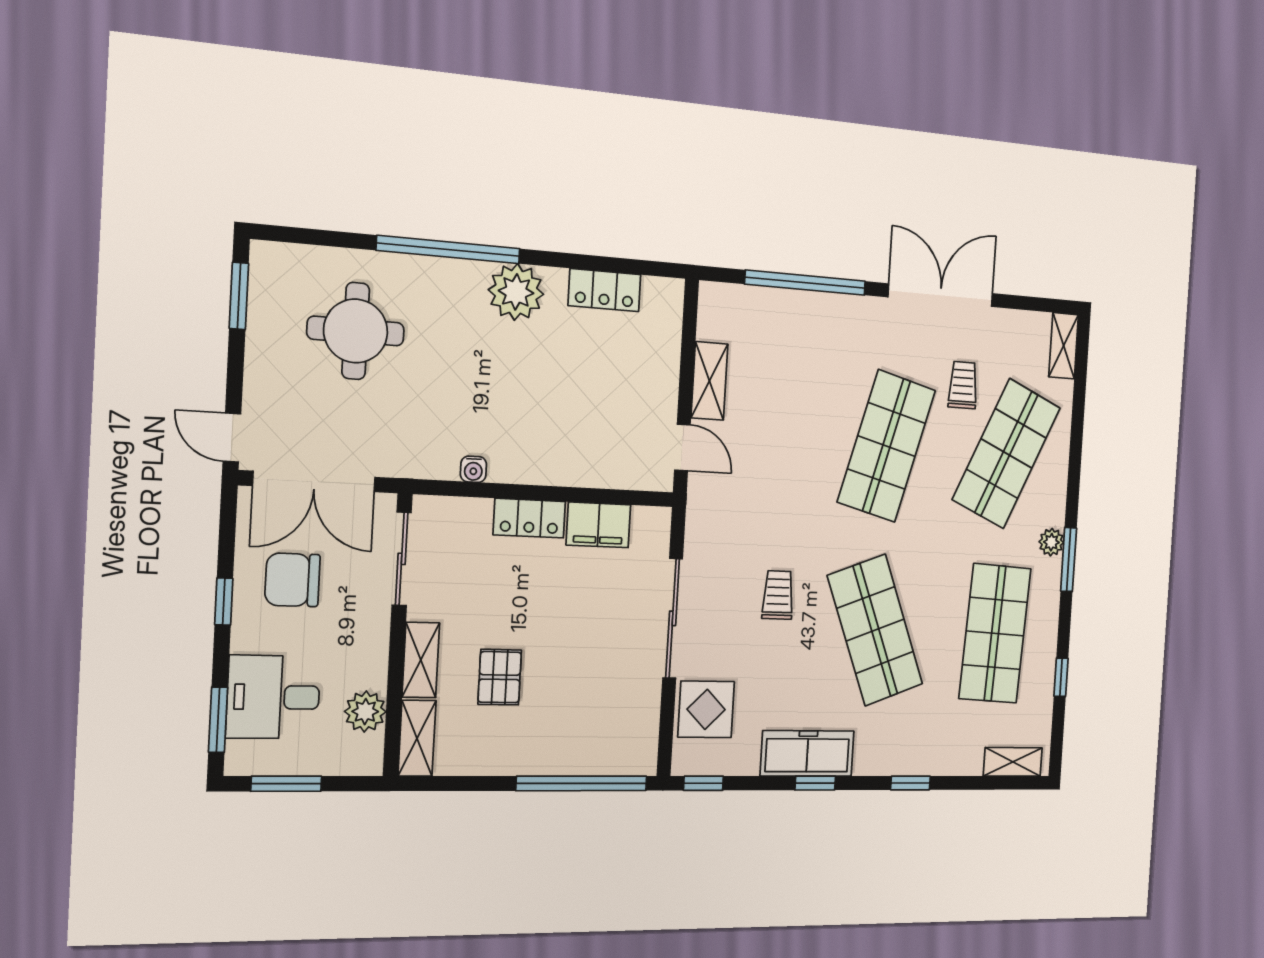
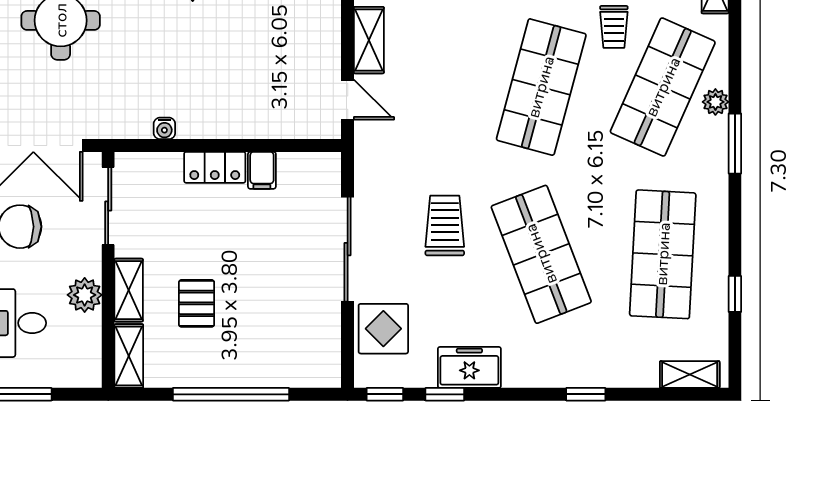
trolley: (963, 385) -> (614, 27), turned 180
filing cabinet: (598, 525) -> (262, 170), width x0.50
plant: (1051, 542) -> (715, 102), moved
window: (1069, 560) -> (735, 144), moved
trolley: (778, 595) -> (445, 225), width x1.36, depth x1.39
plant: (365, 712) -> (85, 295), moved
freezer: (807, 754) -> (469, 367), width x0.71
window: (582, 783) -> (231, 394), moved
window: (815, 783) -> (445, 394), moved

